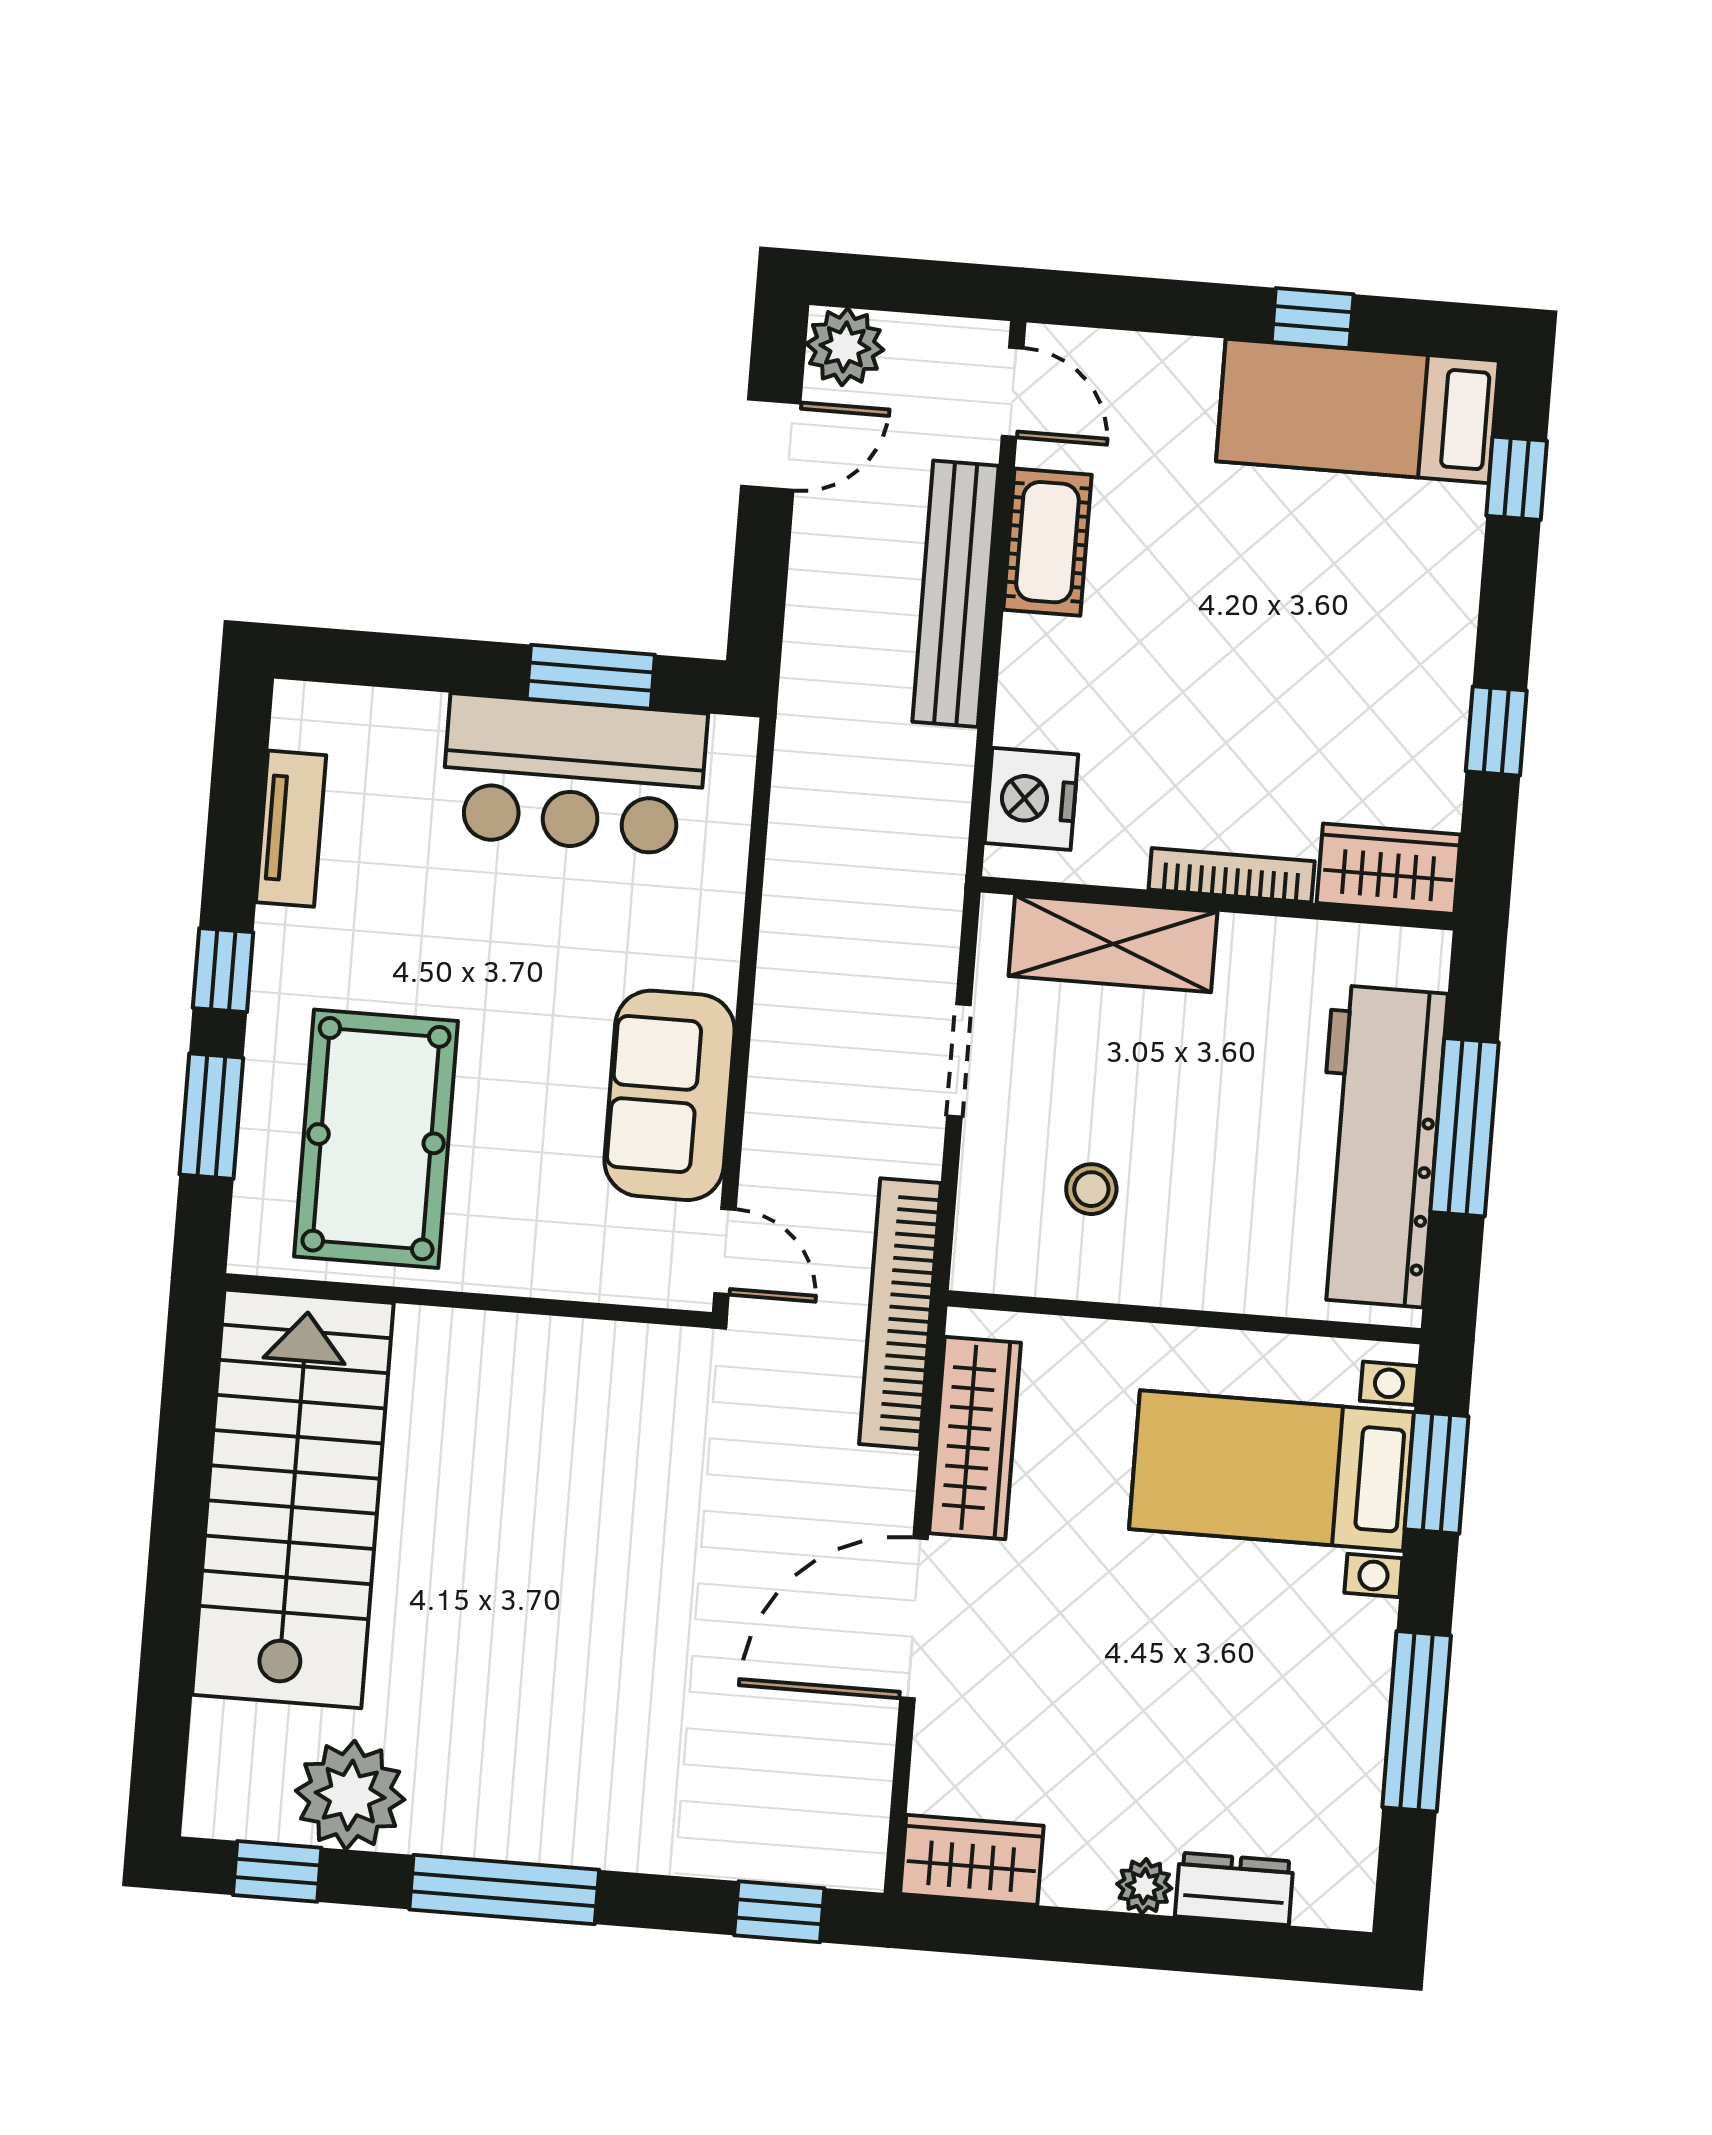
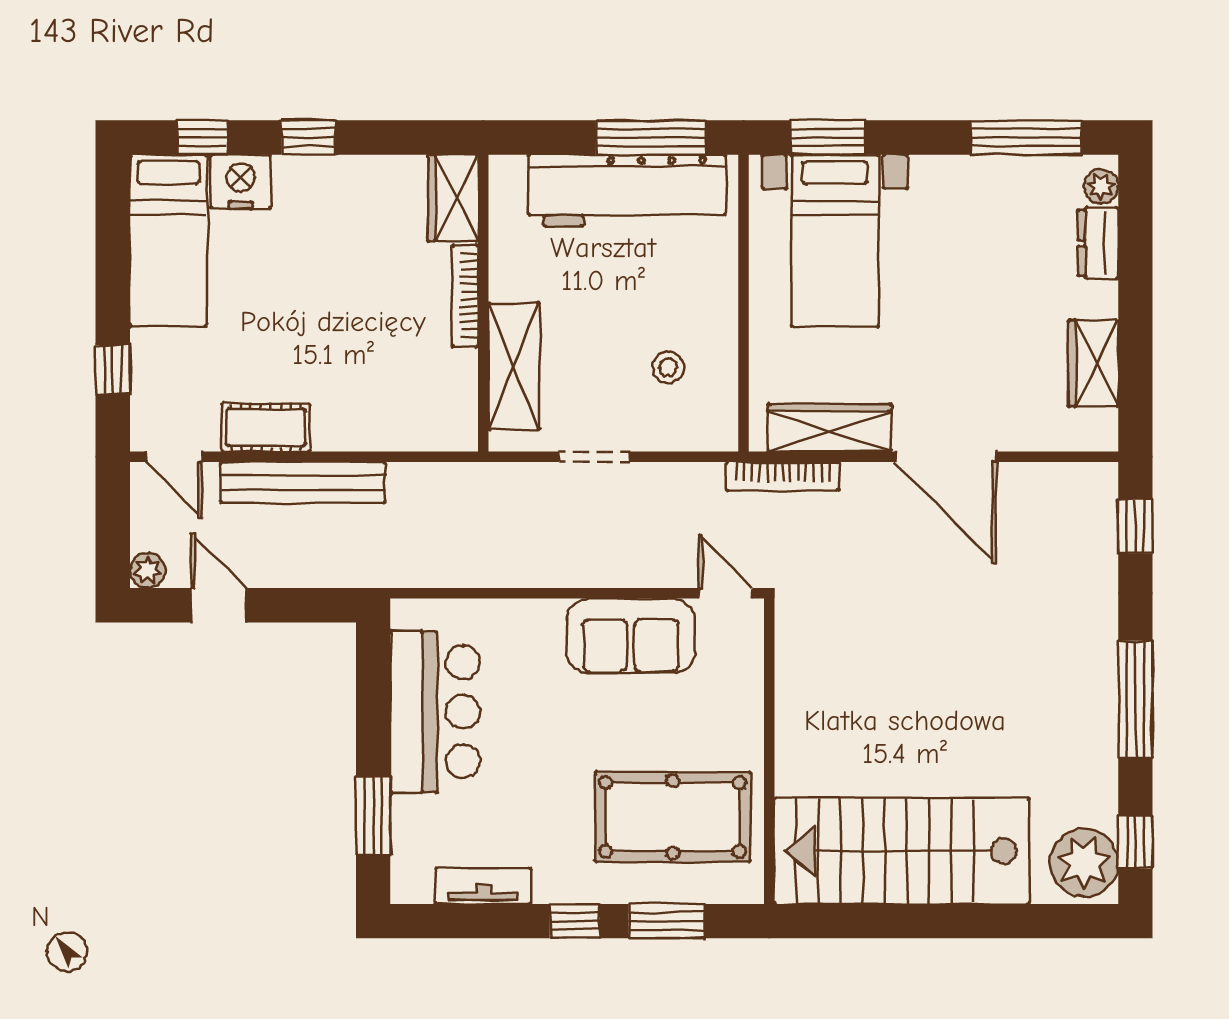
window: (1313, 318) -> (113, 369), moved
plant: (845, 347) -> (148, 571), width x0.73, depth x0.73
door: (1013, 392) -> (174, 457), swing flipped
window: (591, 677) -> (373, 816), moved
window: (1496, 731) -> (308, 138), moved
nightstand: (1031, 799) -> (241, 182), moved, turned 180
window: (1464, 1127) -> (651, 138), moved
door: (725, 1251) -> (725, 593), hinge flipped
bookcase: (900, 1314) -> (783, 476), width x0.68, depth x0.76
window: (1417, 1721) -> (1026, 138), moved
plant: (350, 1795) -> (1084, 863), moved
wardrobe: (972, 1860) -> (1093, 363), moved
plant: (1144, 1886) -> (1101, 187), moved

